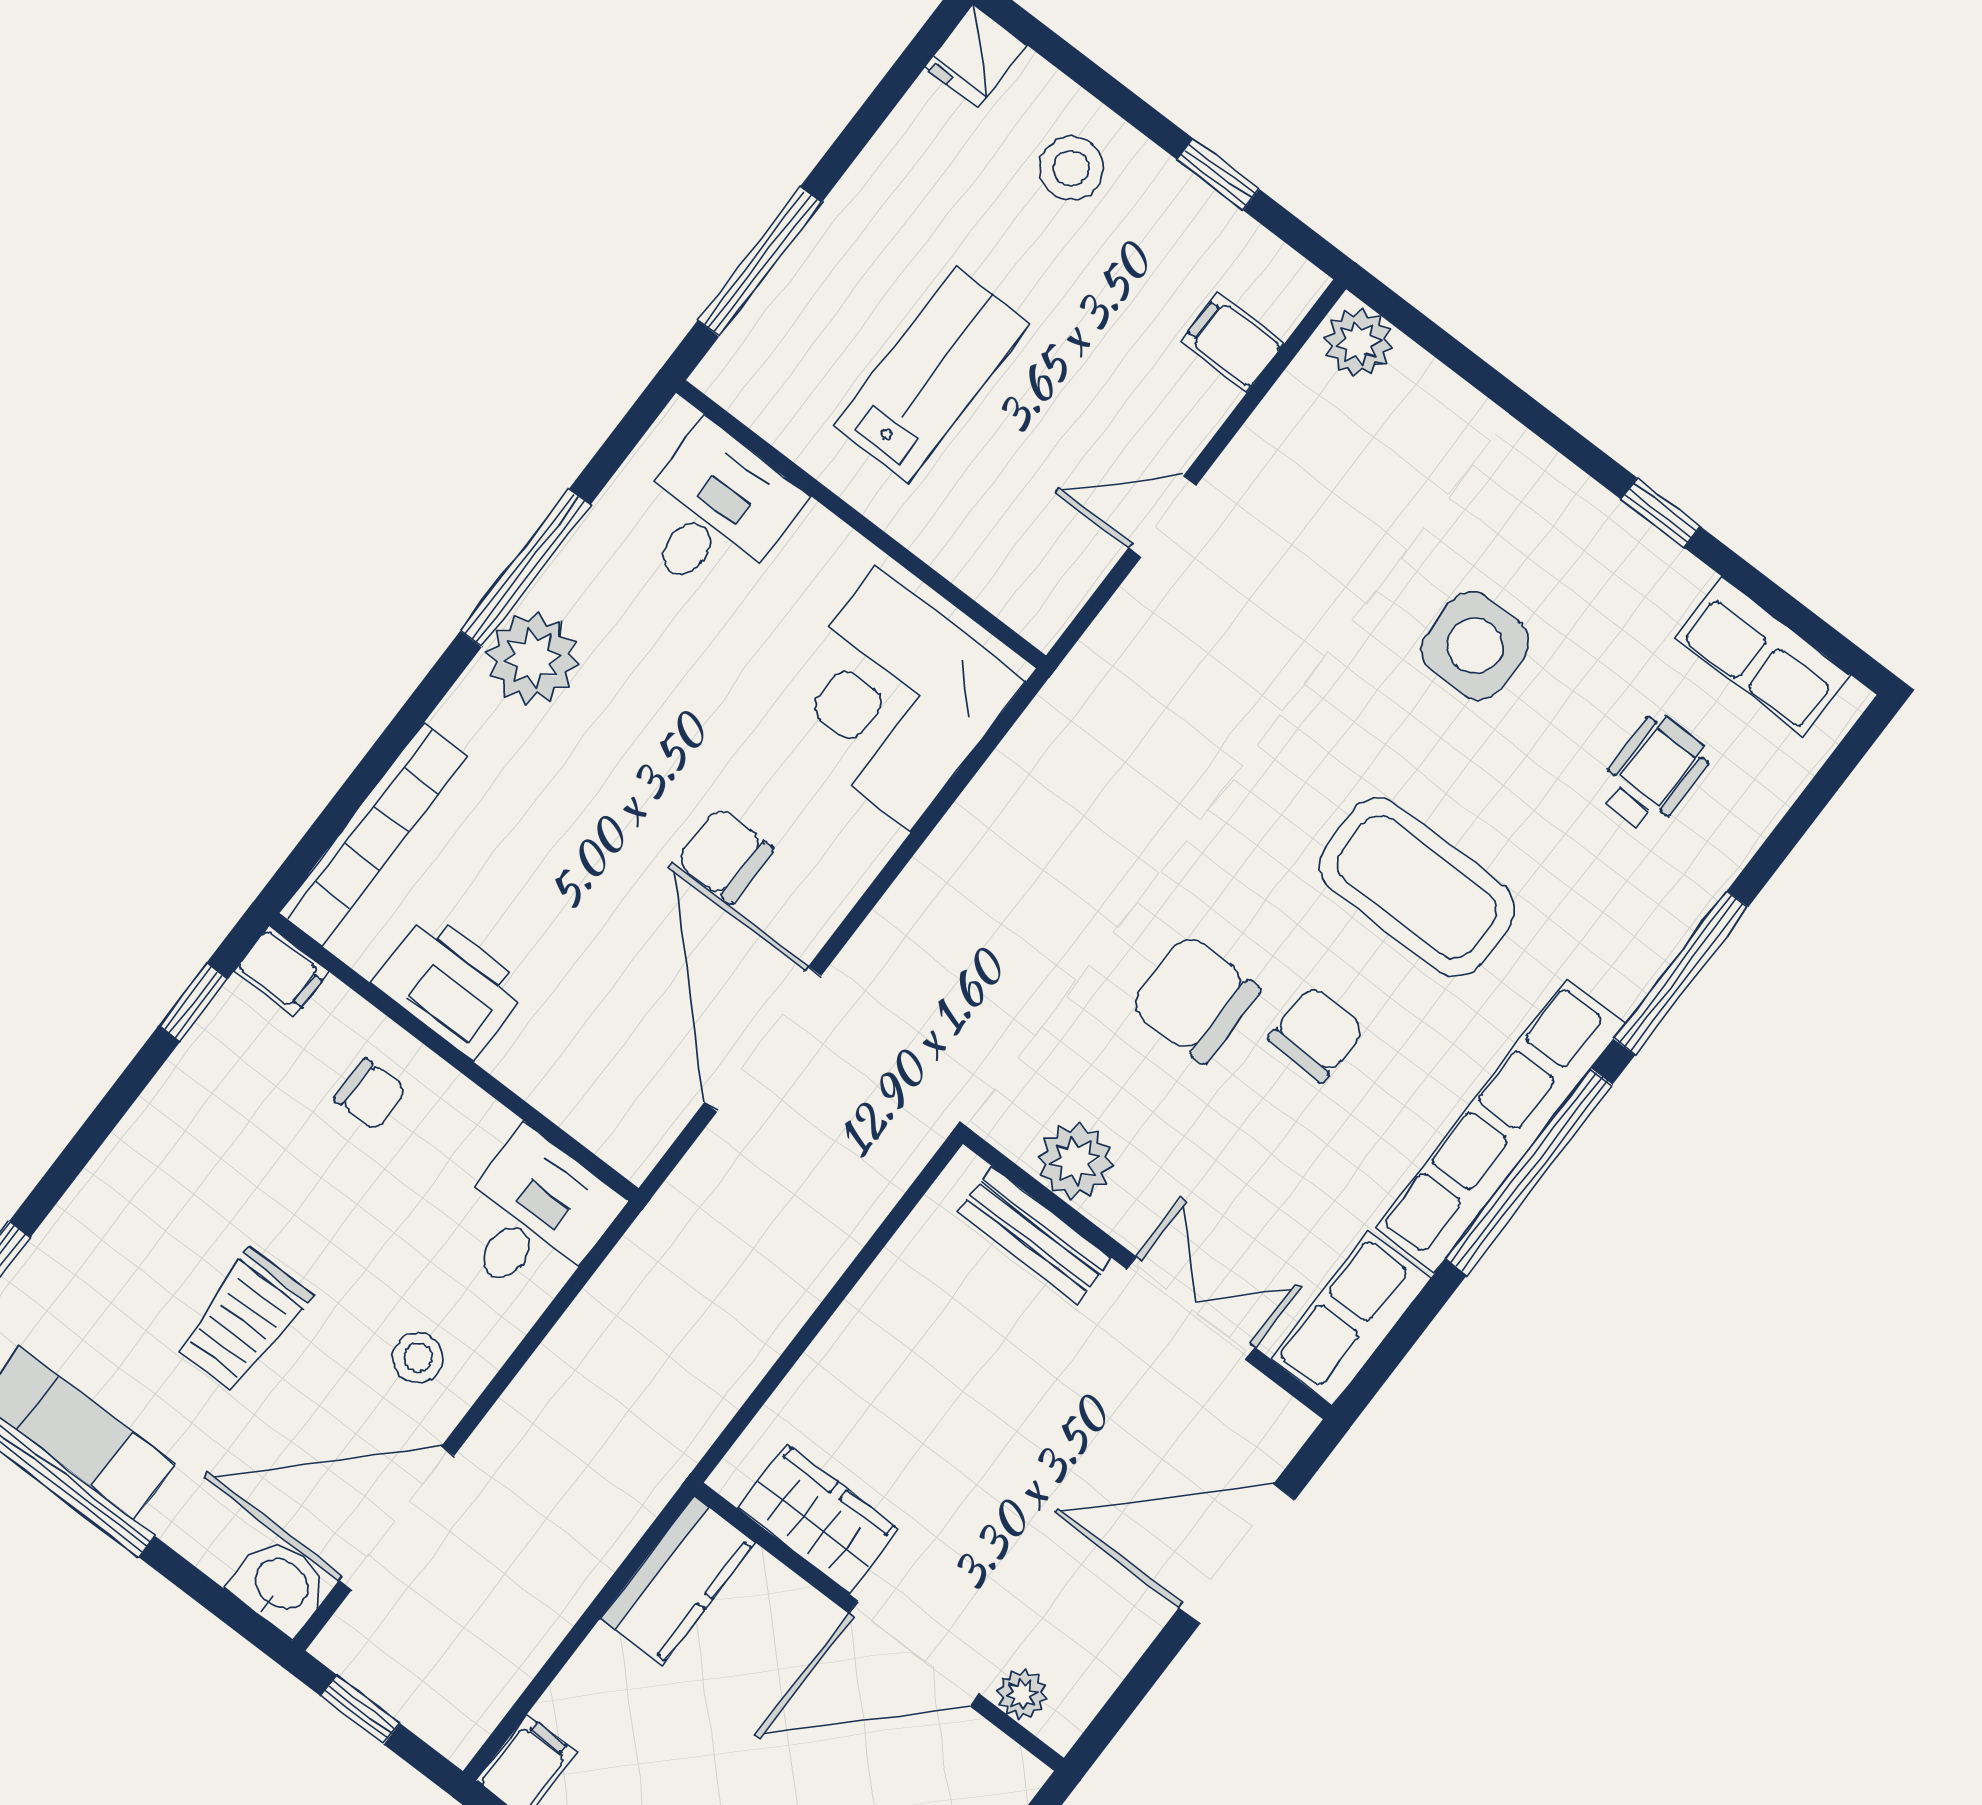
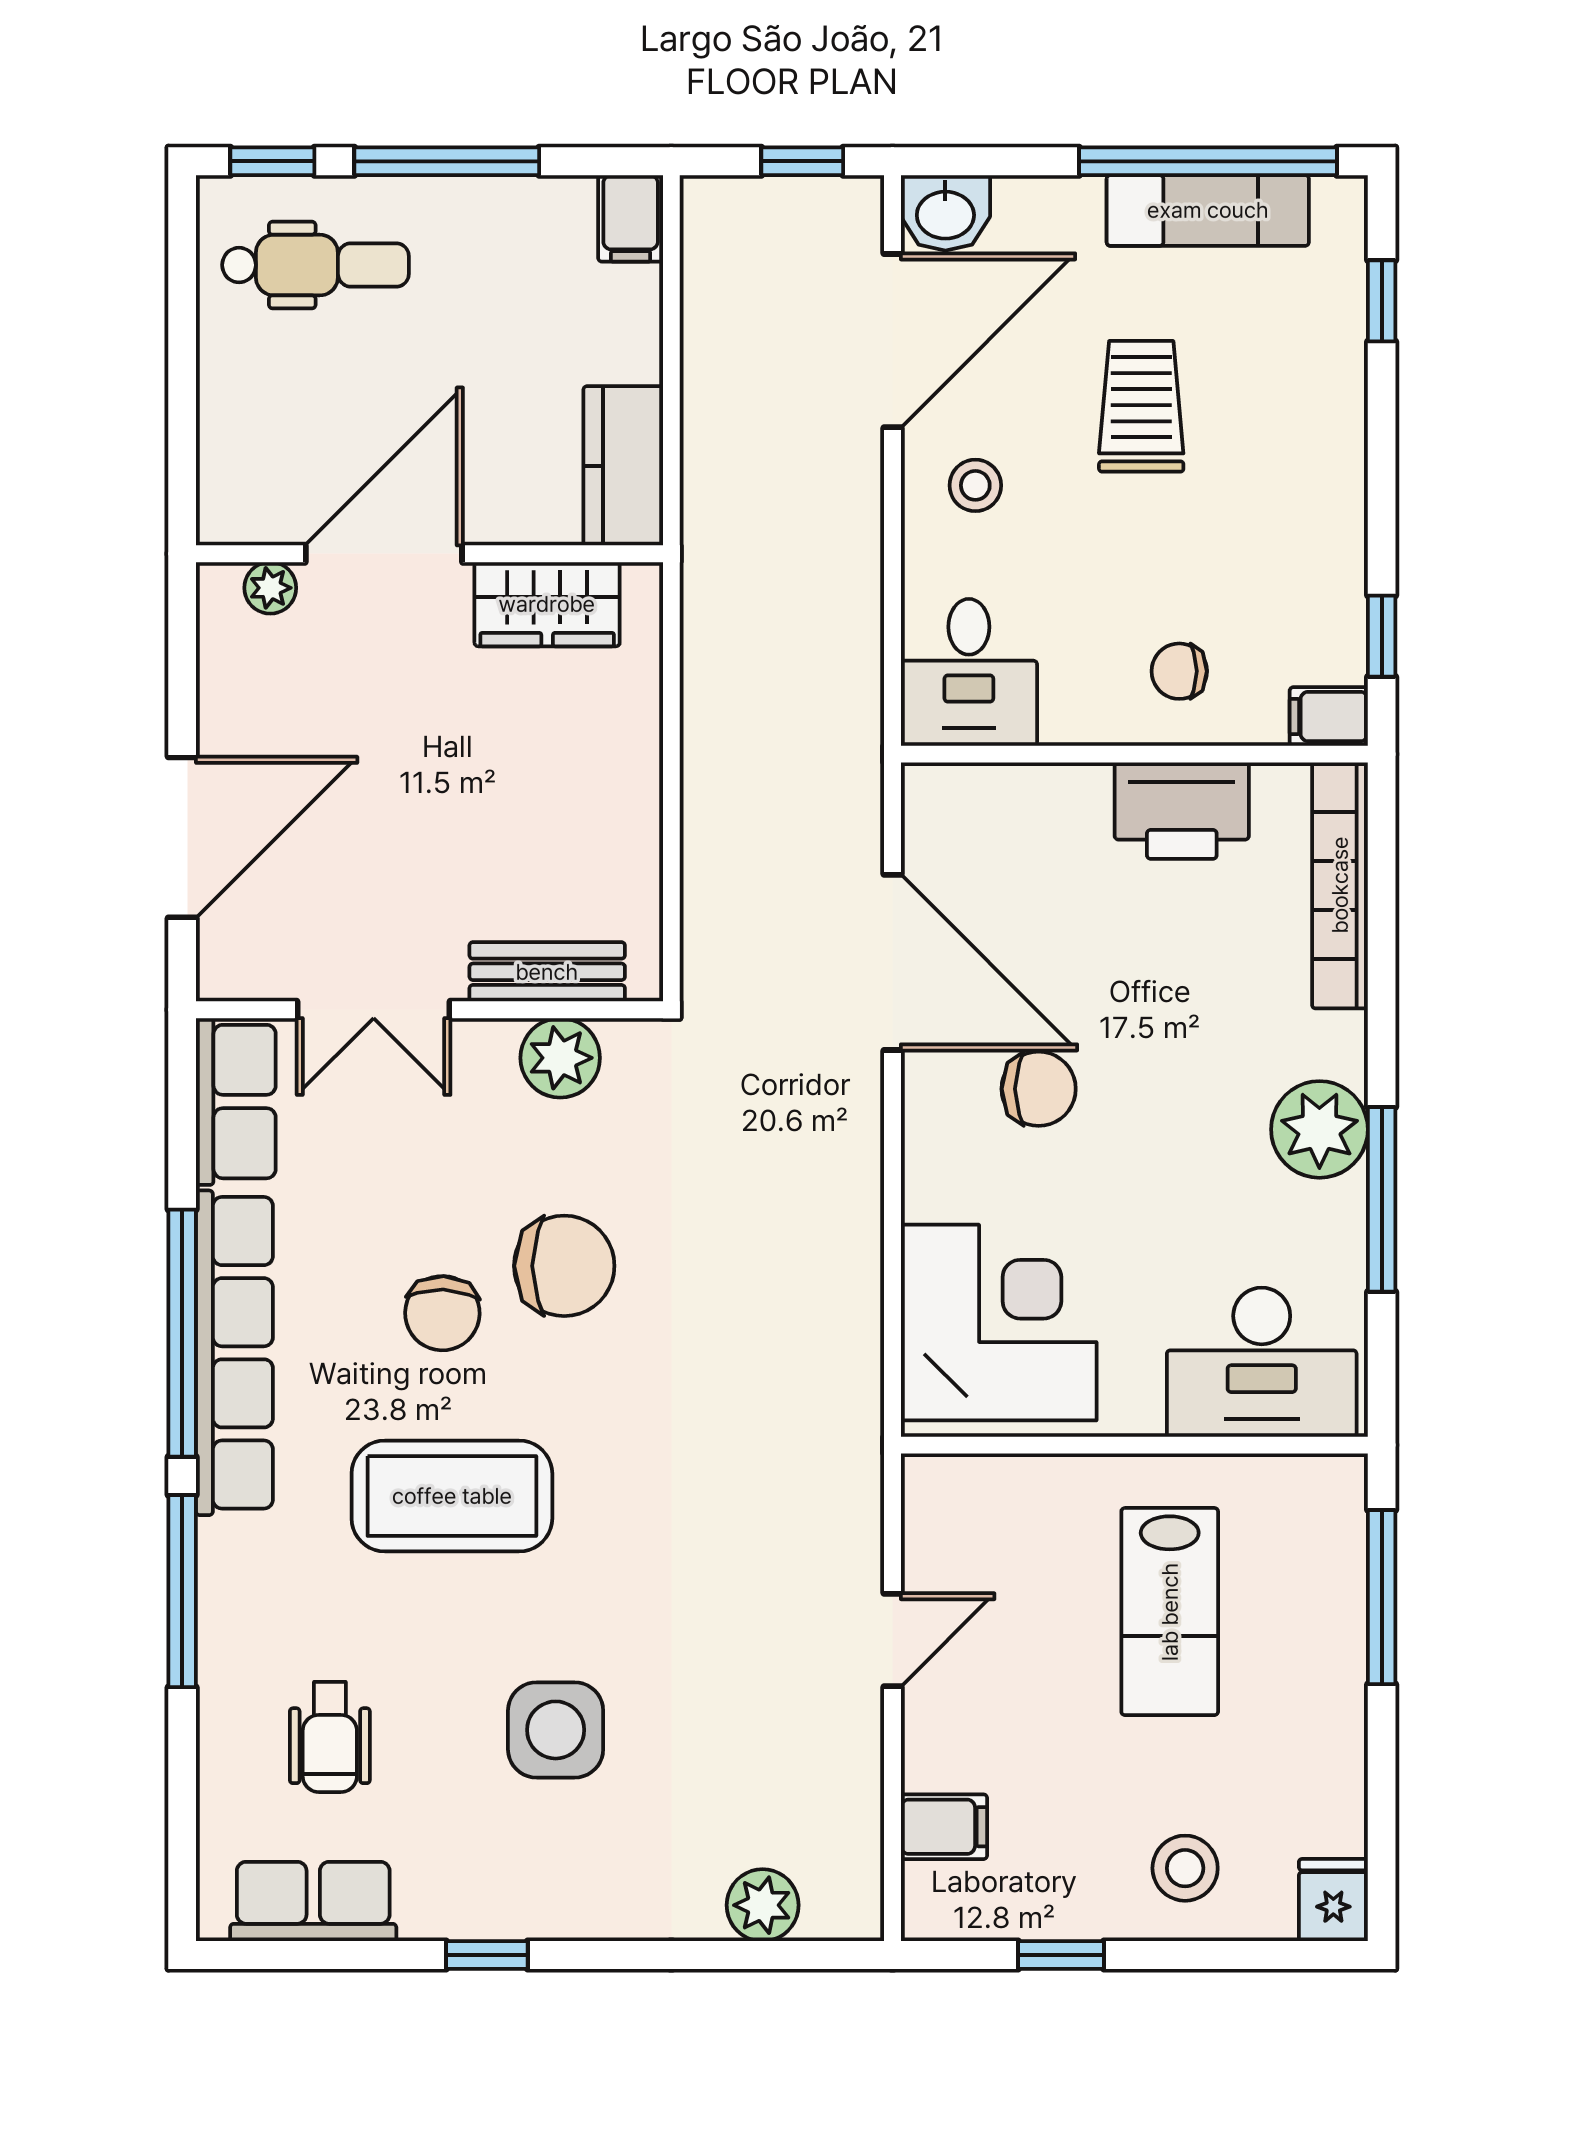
plant: (1358, 342) -> (763, 1905), moved
desk: (714, 513) -> (1262, 1362), width x1.37

